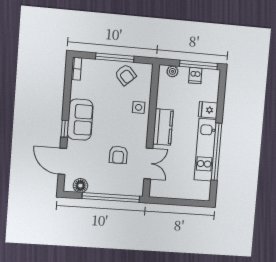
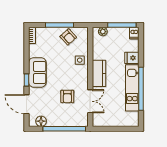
dishwasher: (195, 75) -> (134, 33), moved

